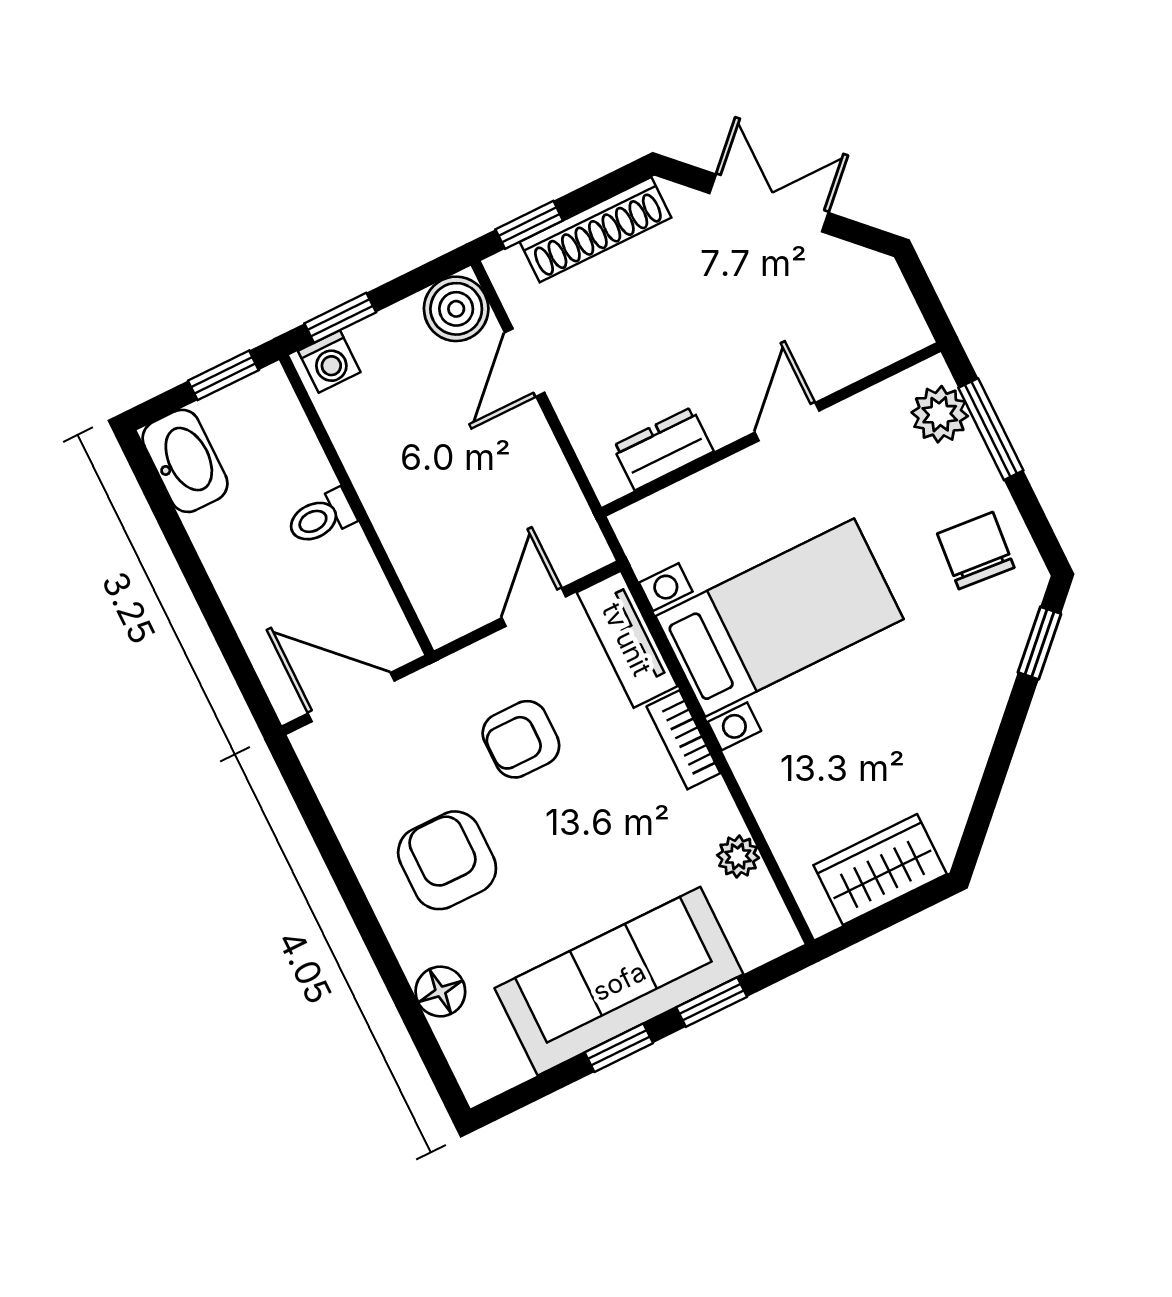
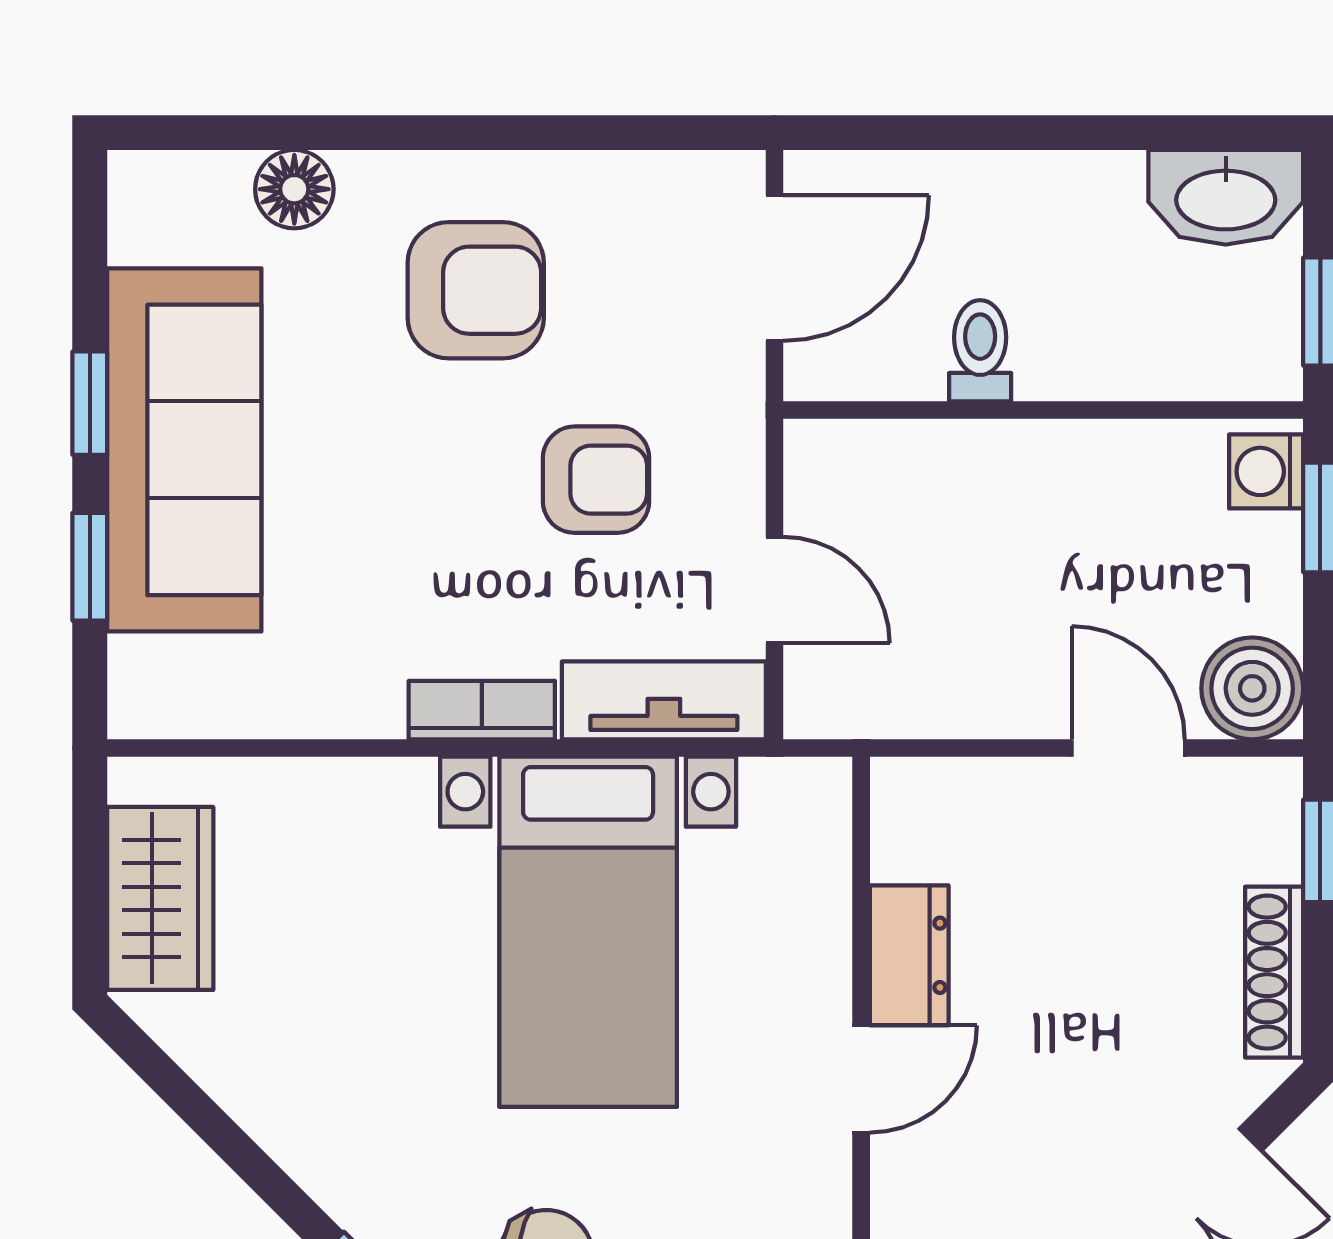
shoe rack: (595, 230) -> (1274, 972), width x0.74, depth x0.81
door: (787, 422) -> (861, 1079), hinge flipped
dresser: (663, 449) -> (909, 955), moved
toilet: (321, 517) -> (980, 351), moved
armchair: (521, 739) -> (596, 480), turned 90
plant: (738, 857) -> (278, 706), removed

